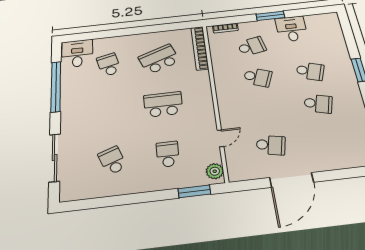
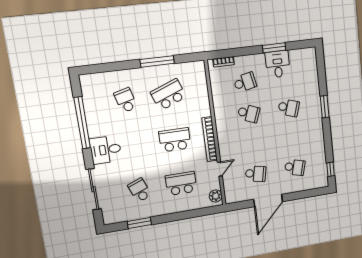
window: (270, 16) -> (274, 48), moved
window: (149, 29) -> (157, 61), added
bookcase: (200, 48) -> (210, 139), moved
desk: (77, 53) -> (106, 150), moved, turned -90
school desk: (318, 104) -> (295, 167), moved
school desk: (168, 154) -> (181, 183), width x1.85
window: (194, 191) -> (139, 223), moved

